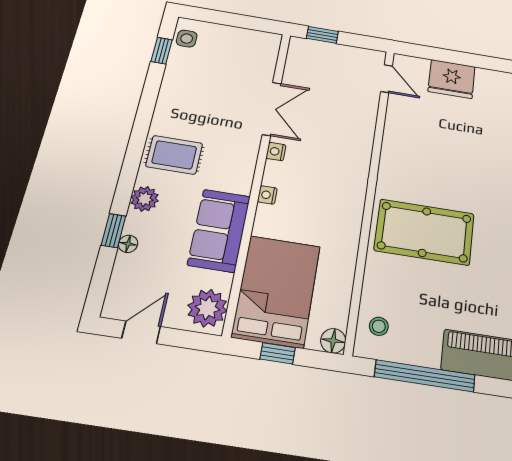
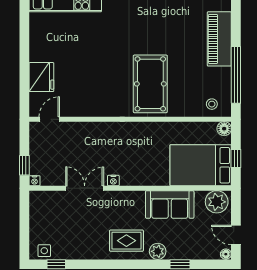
rug: (174, 155) -> (126, 241), turned 90
nightstand: (267, 195) -> (35, 181), moved
floor lamp: (128, 244) -> (226, 254), moved

